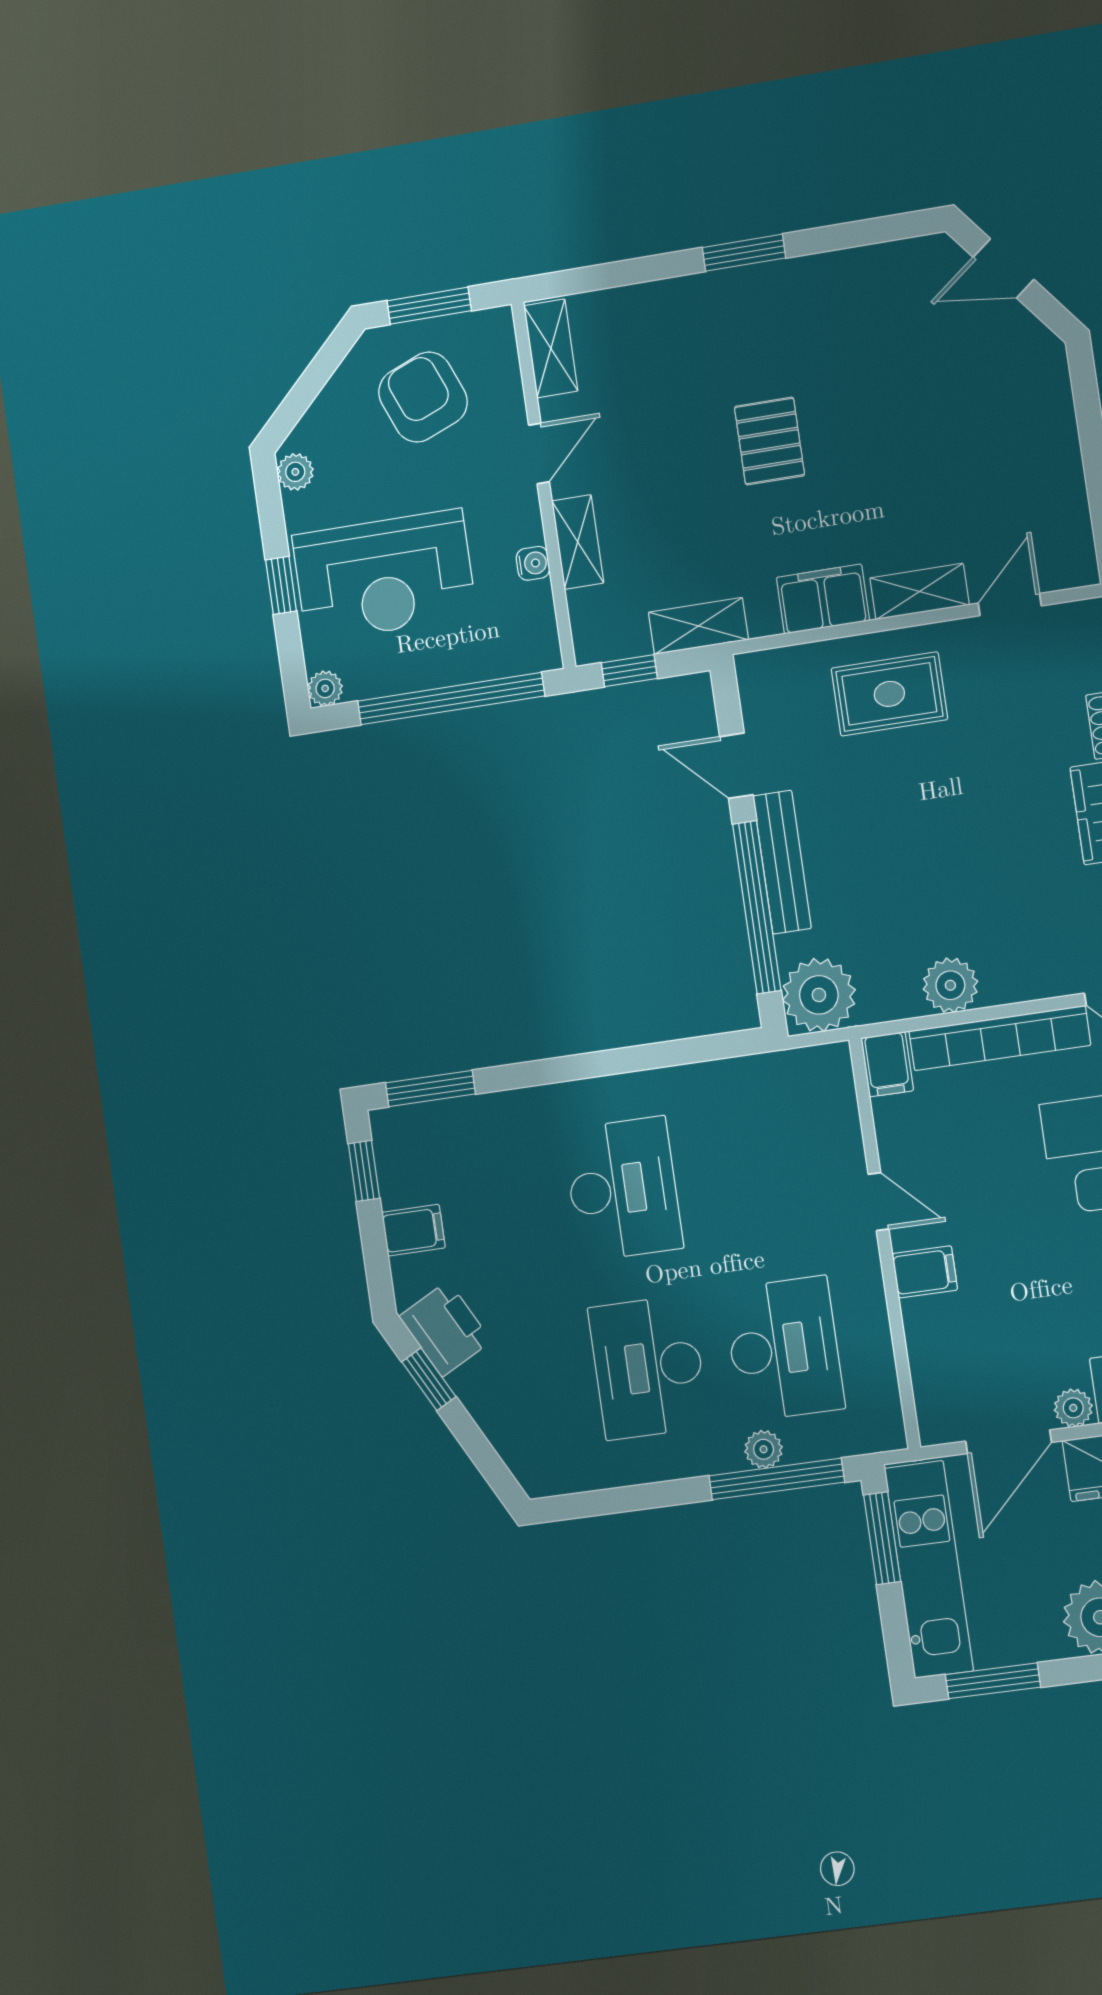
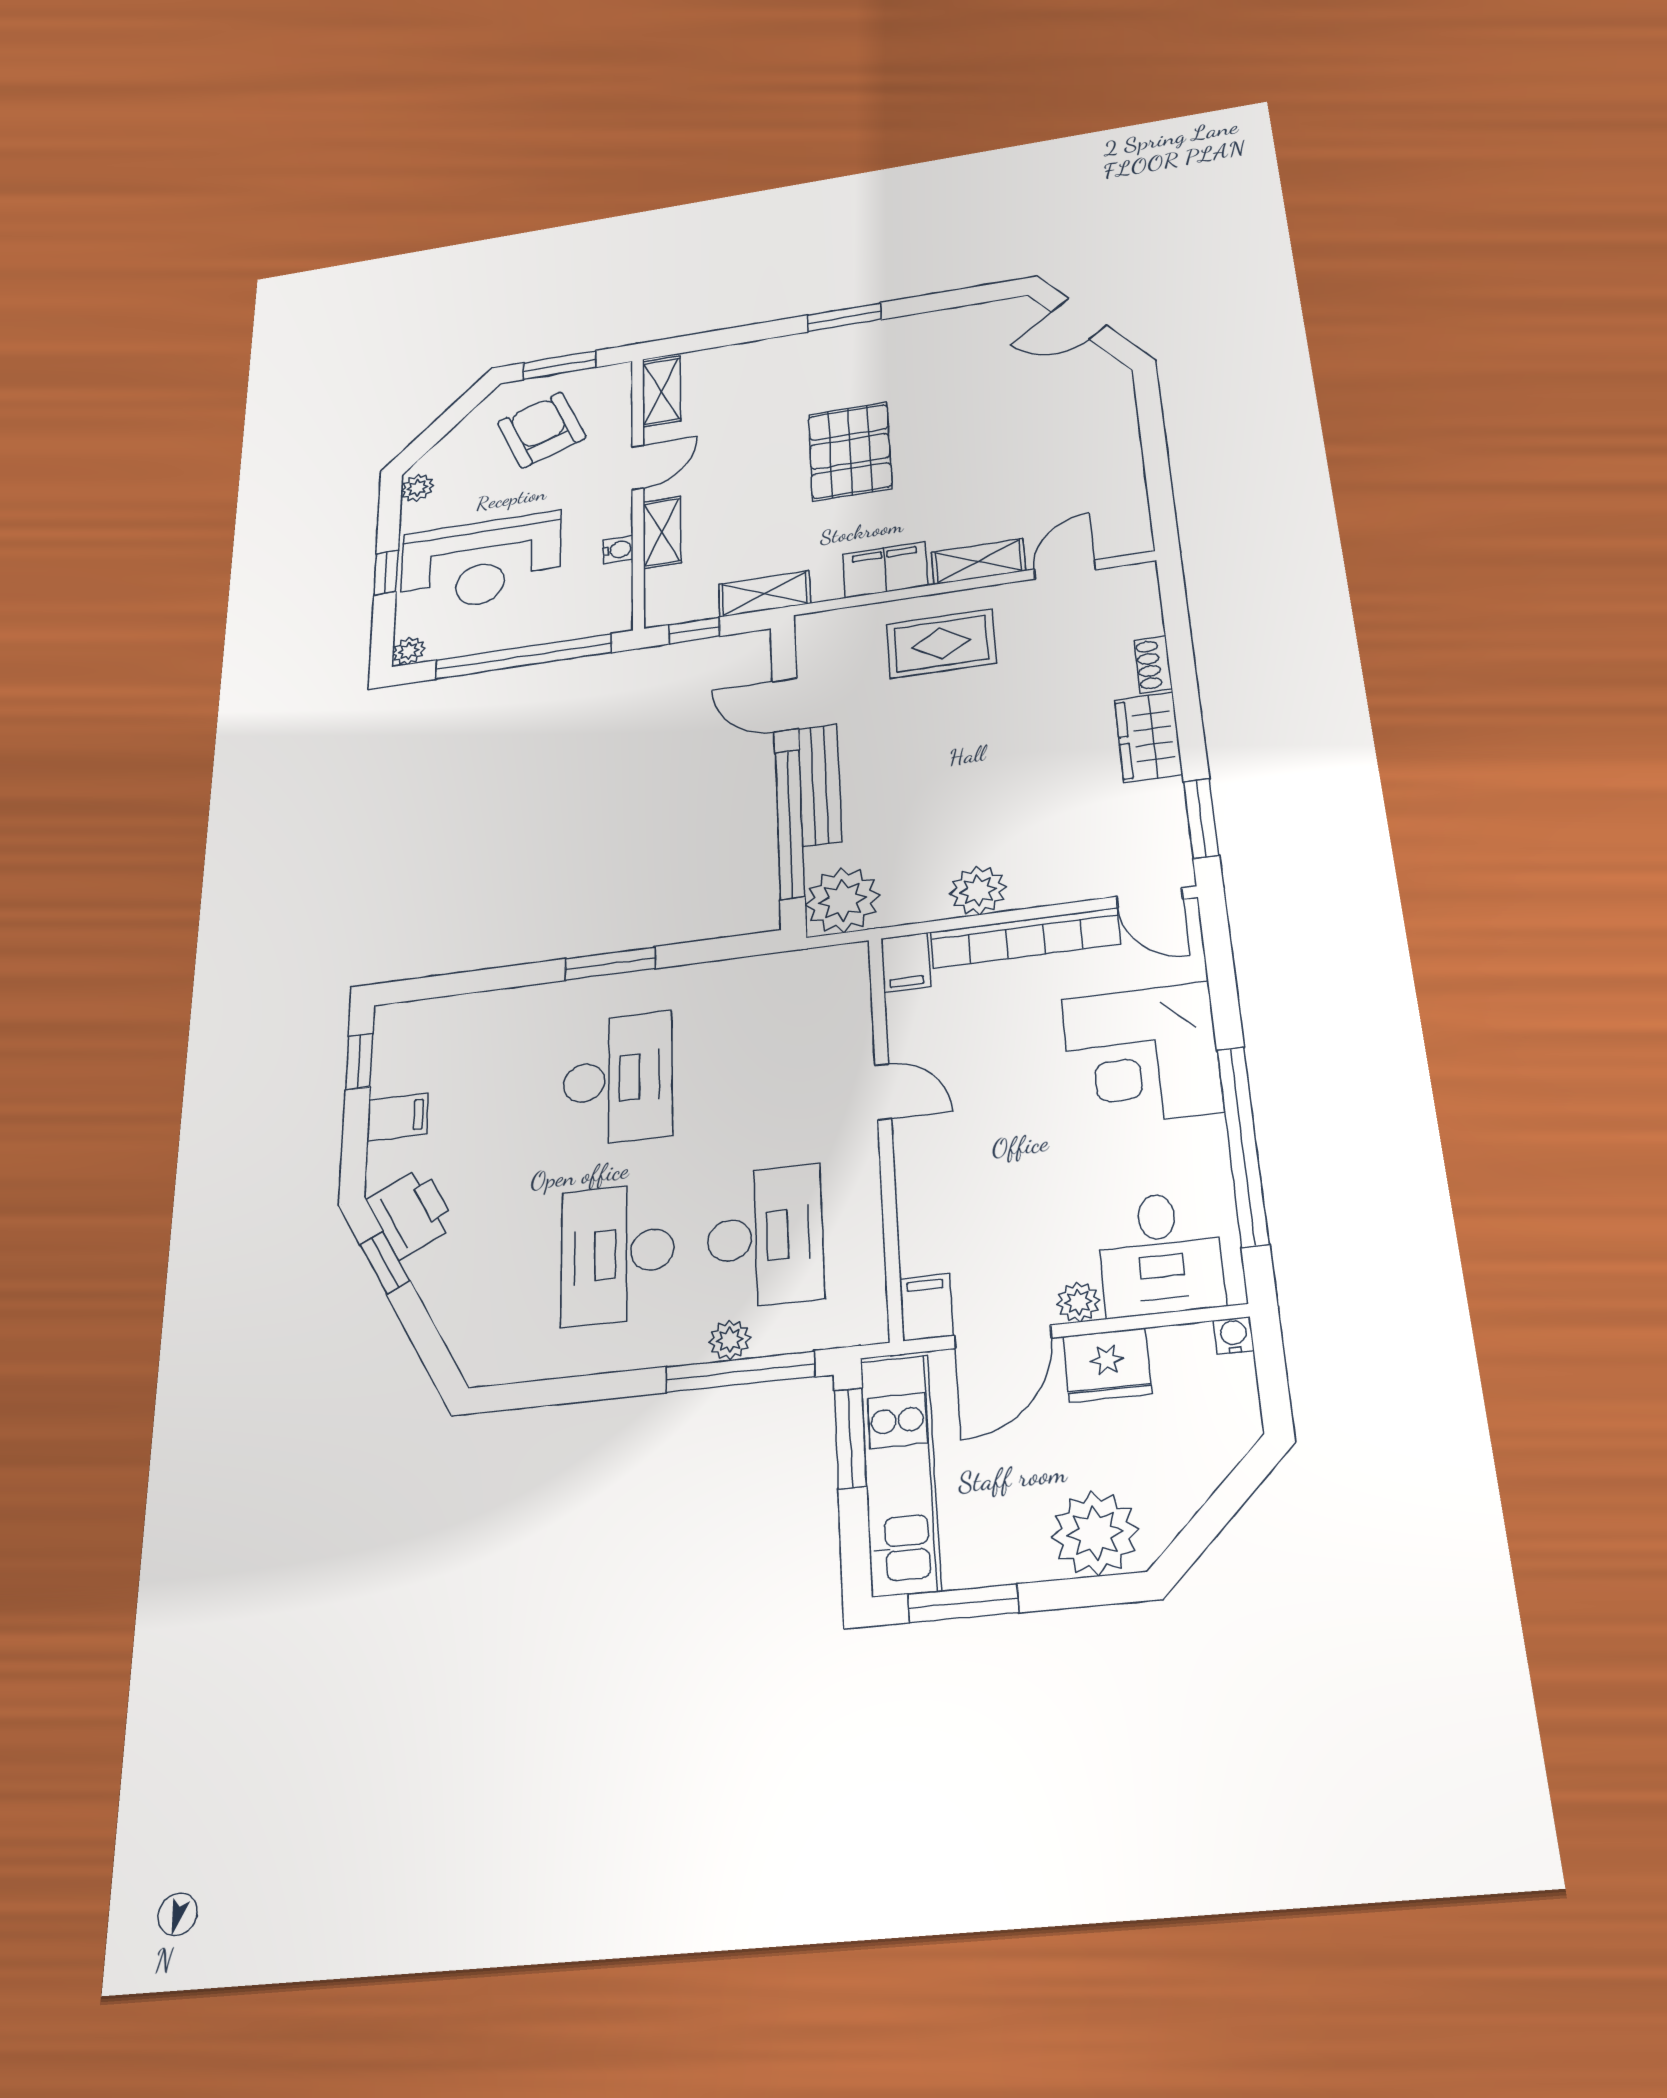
pallet: (769, 441) -> (850, 451), width x1.50, depth x1.42
window: (430, 1088) -> (610, 964), moved
filing cabinet: (925, 1272) -> (926, 1307), moved, turned -90

